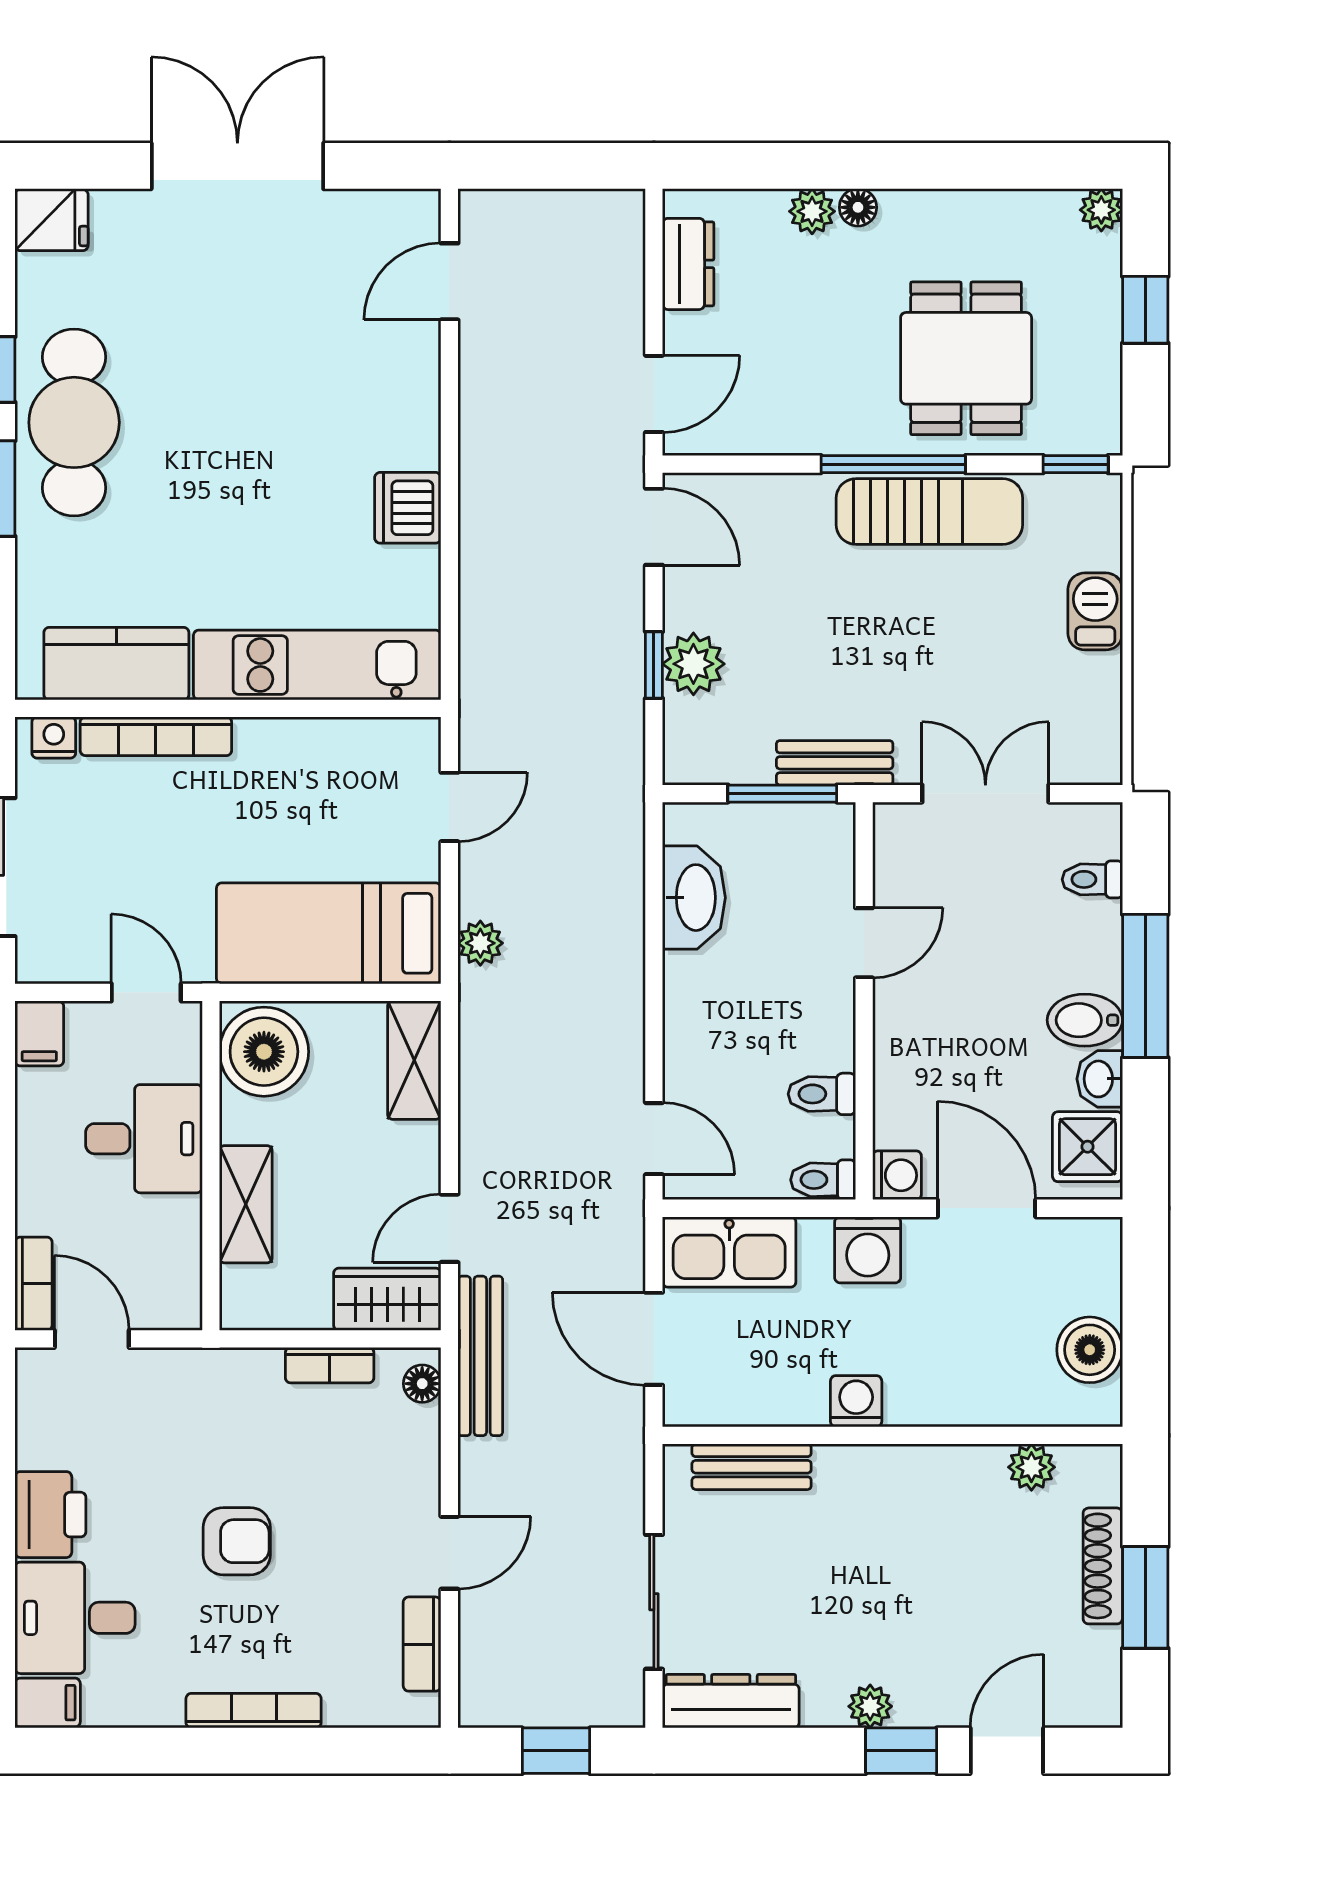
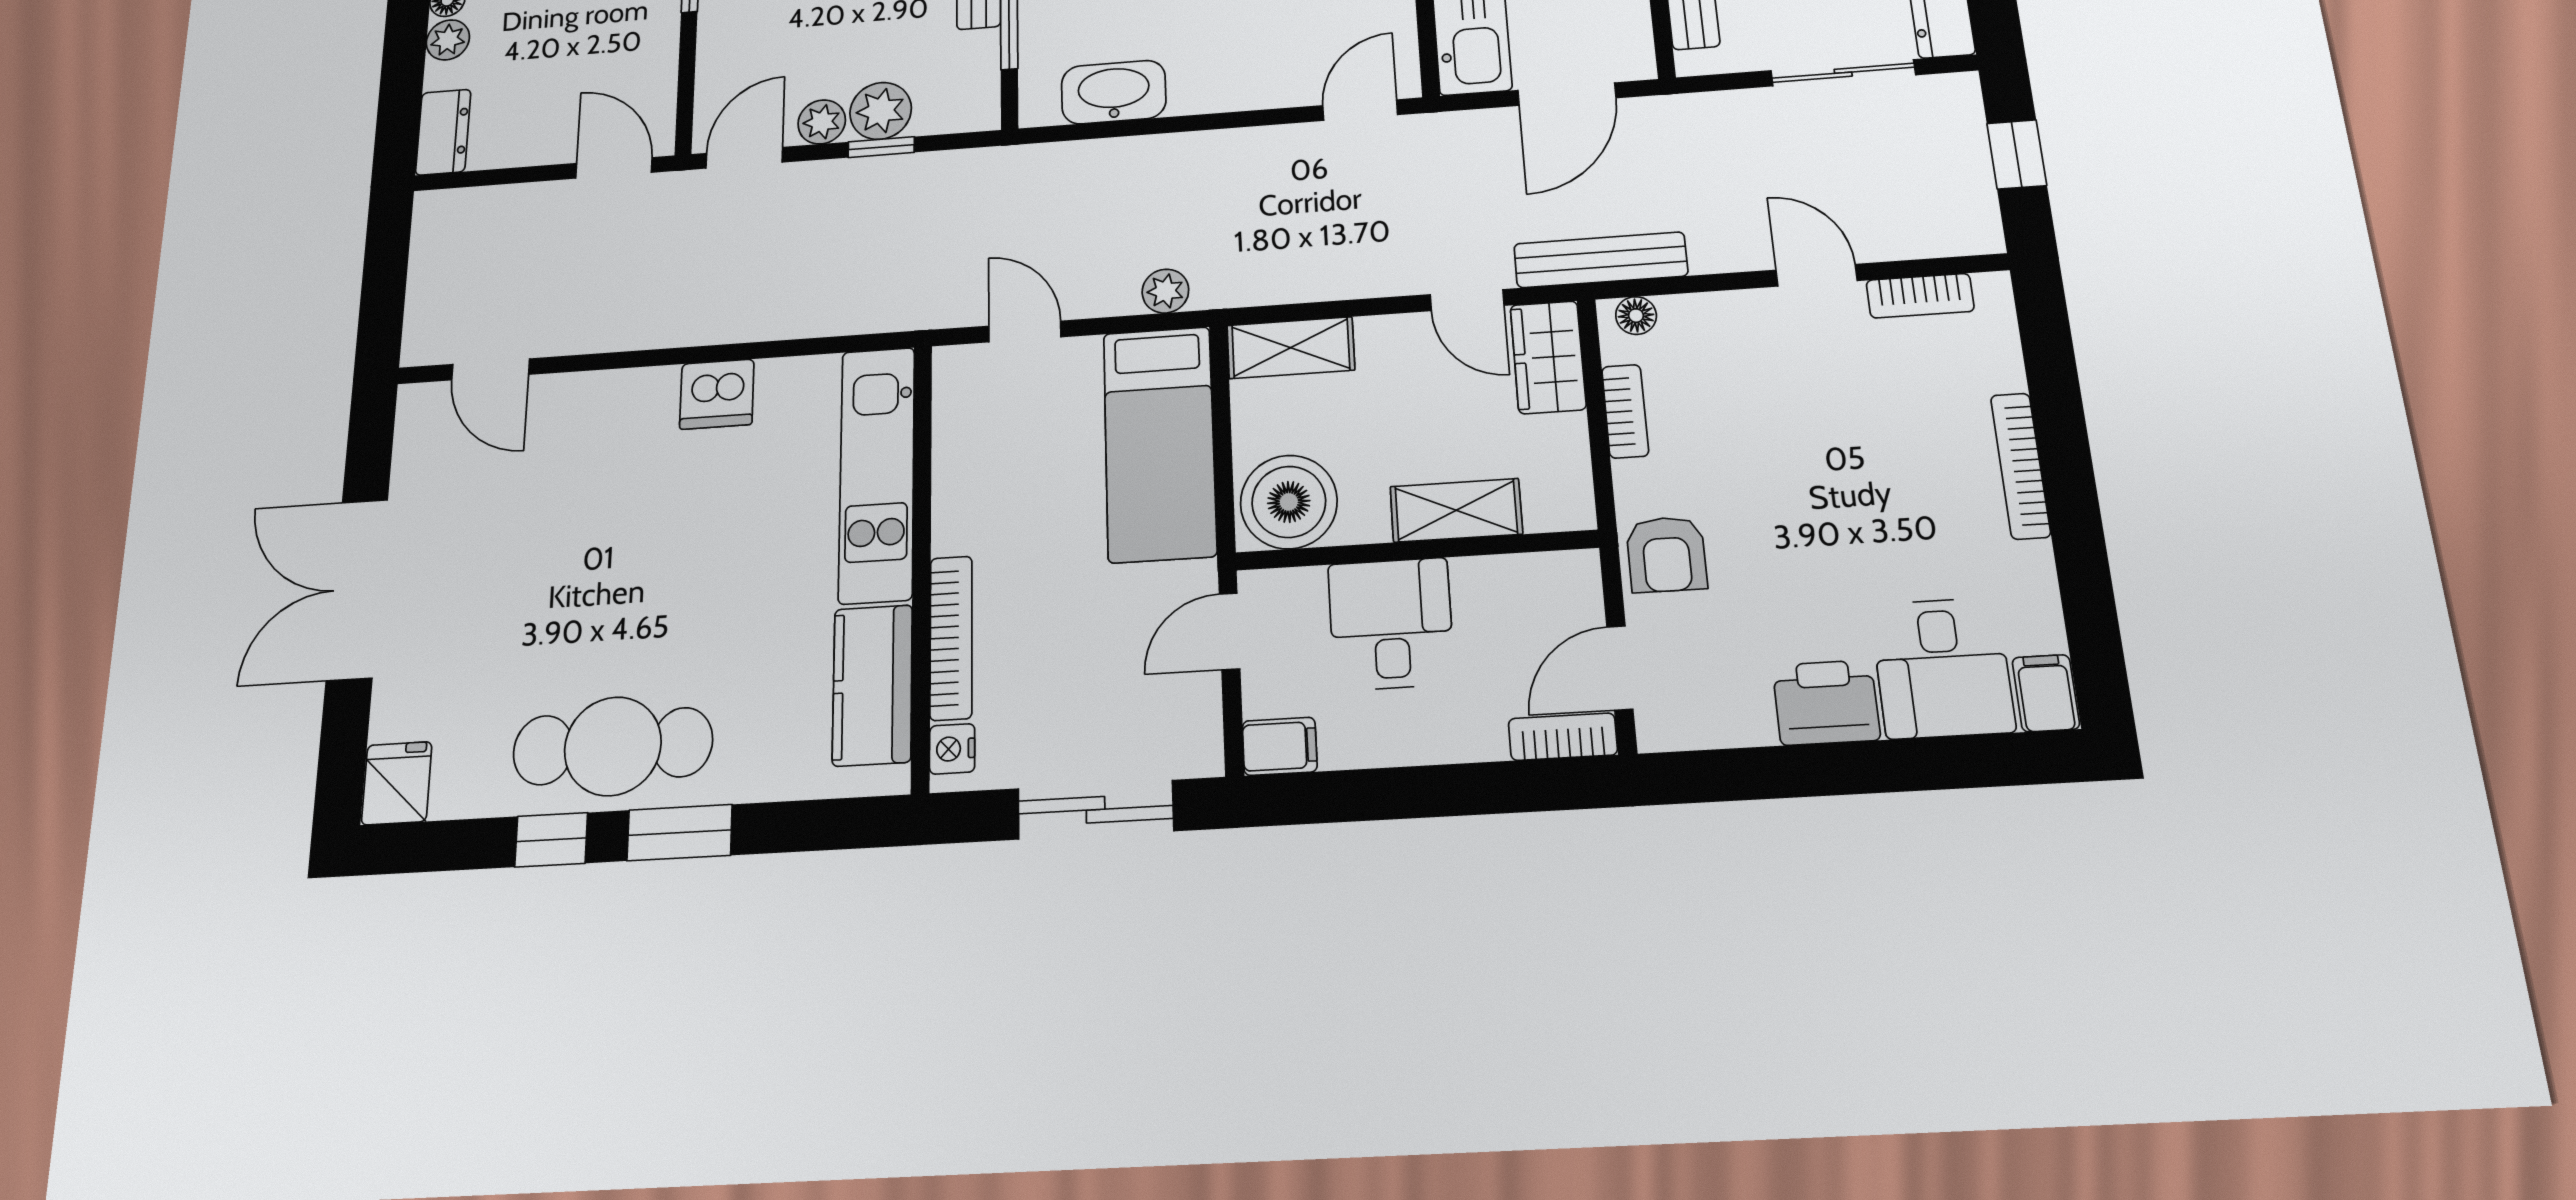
dresser: (688, 264) -> (443, 132), moved, turned 90
plant: (686, 604) -> (822, 122), added
armchair: (237, 1541) -> (1666, 554), moved, turned 180

